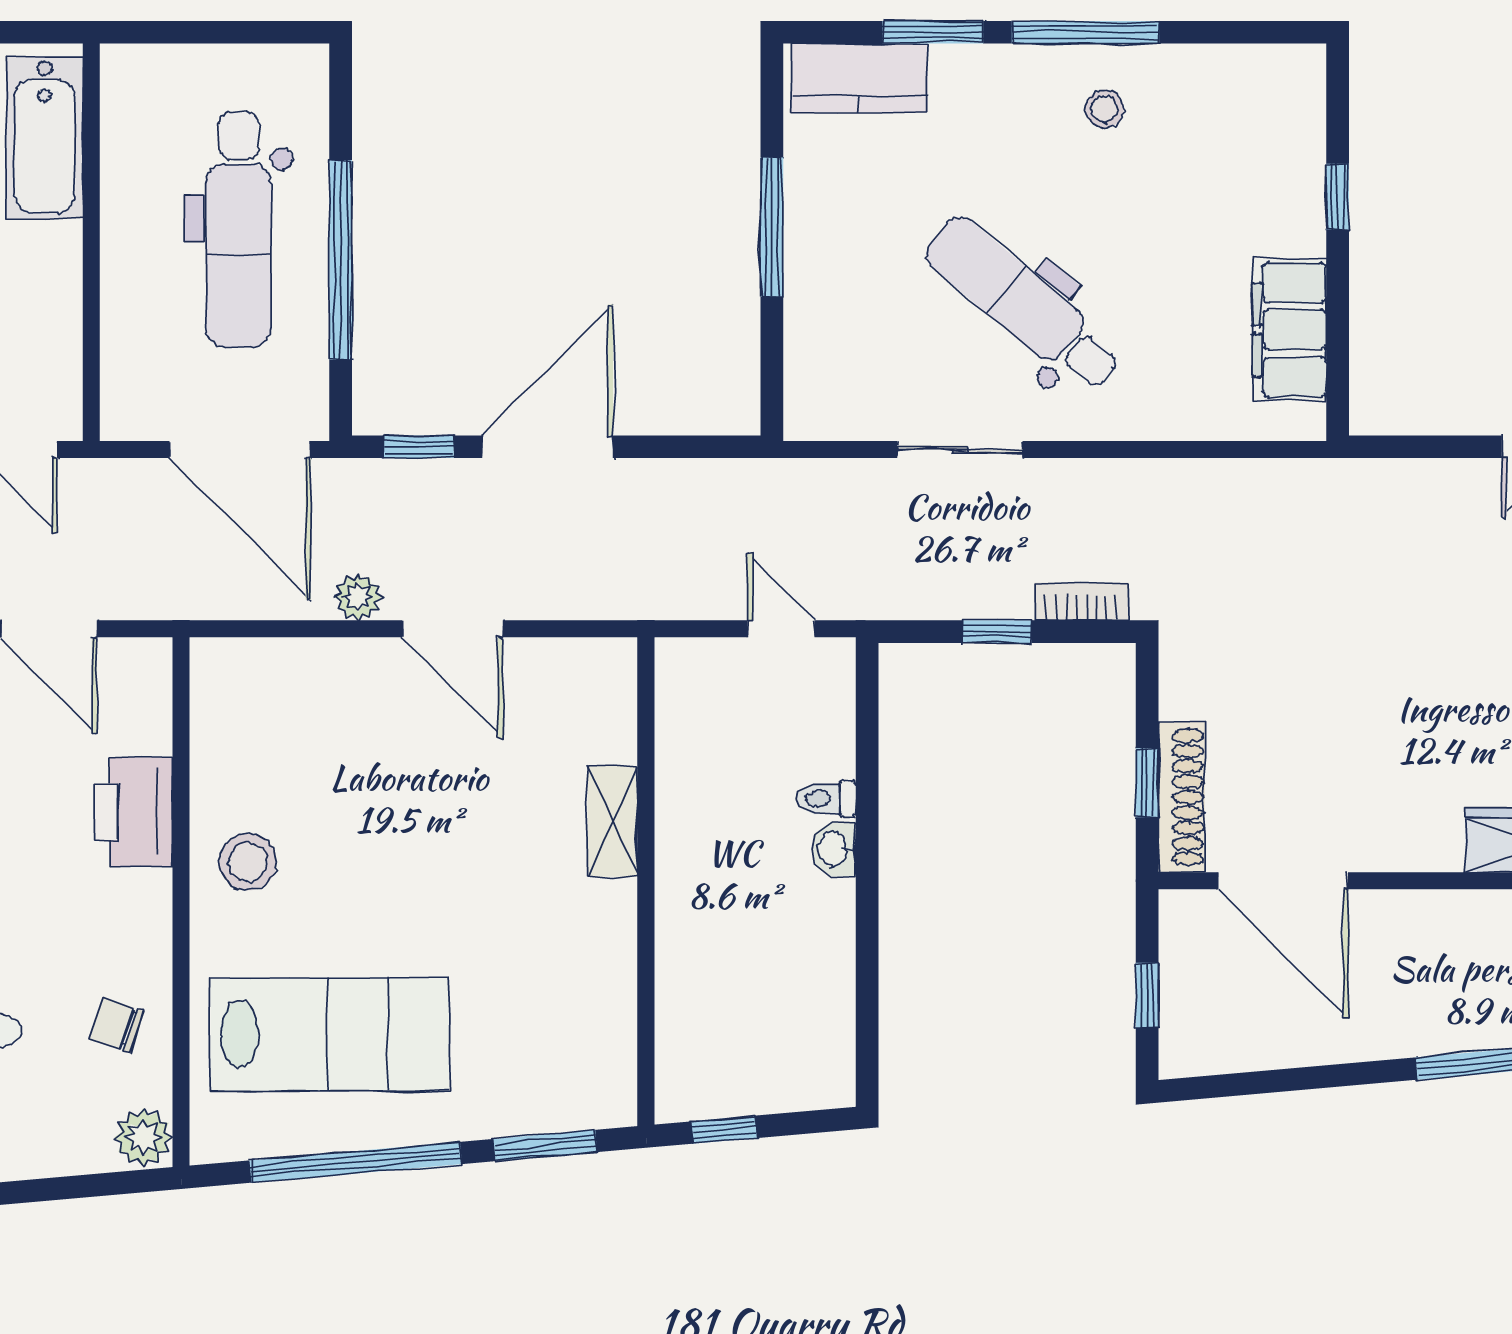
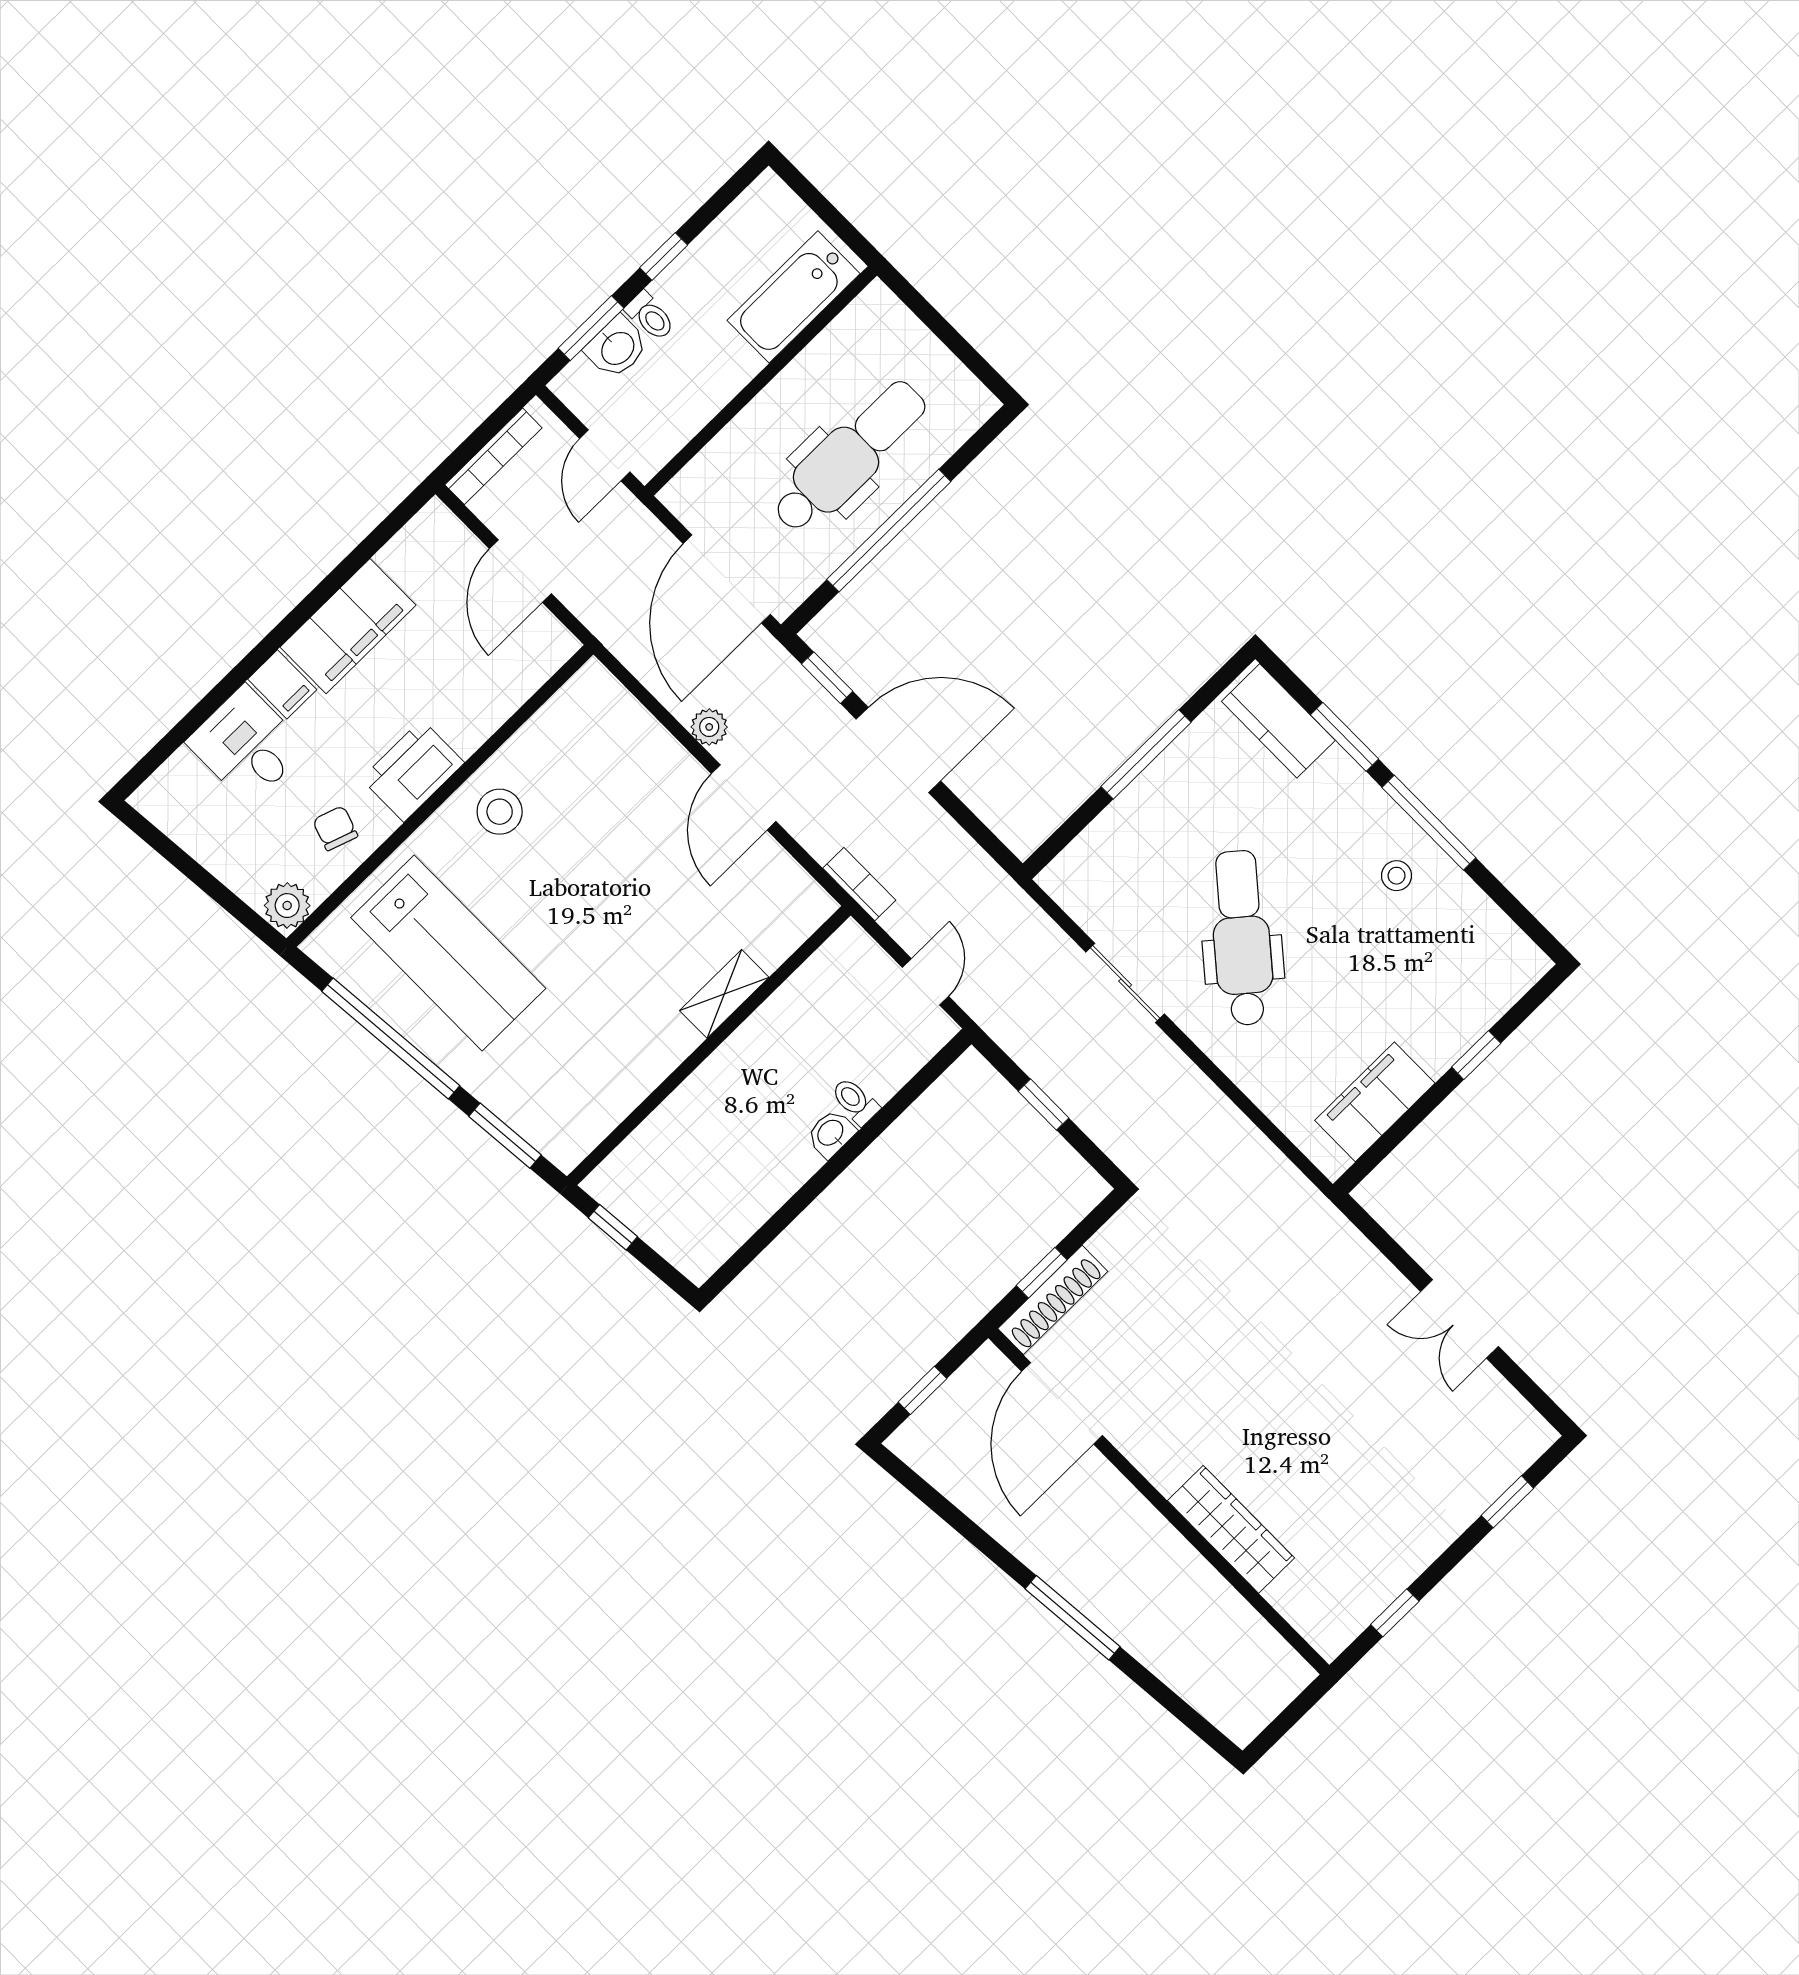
dental chair: (239, 230) -> (849, 457), turned 180
bookcase: (1082, 602) -> (859, 884), moved
printer: (134, 812) -> (413, 771), moved

